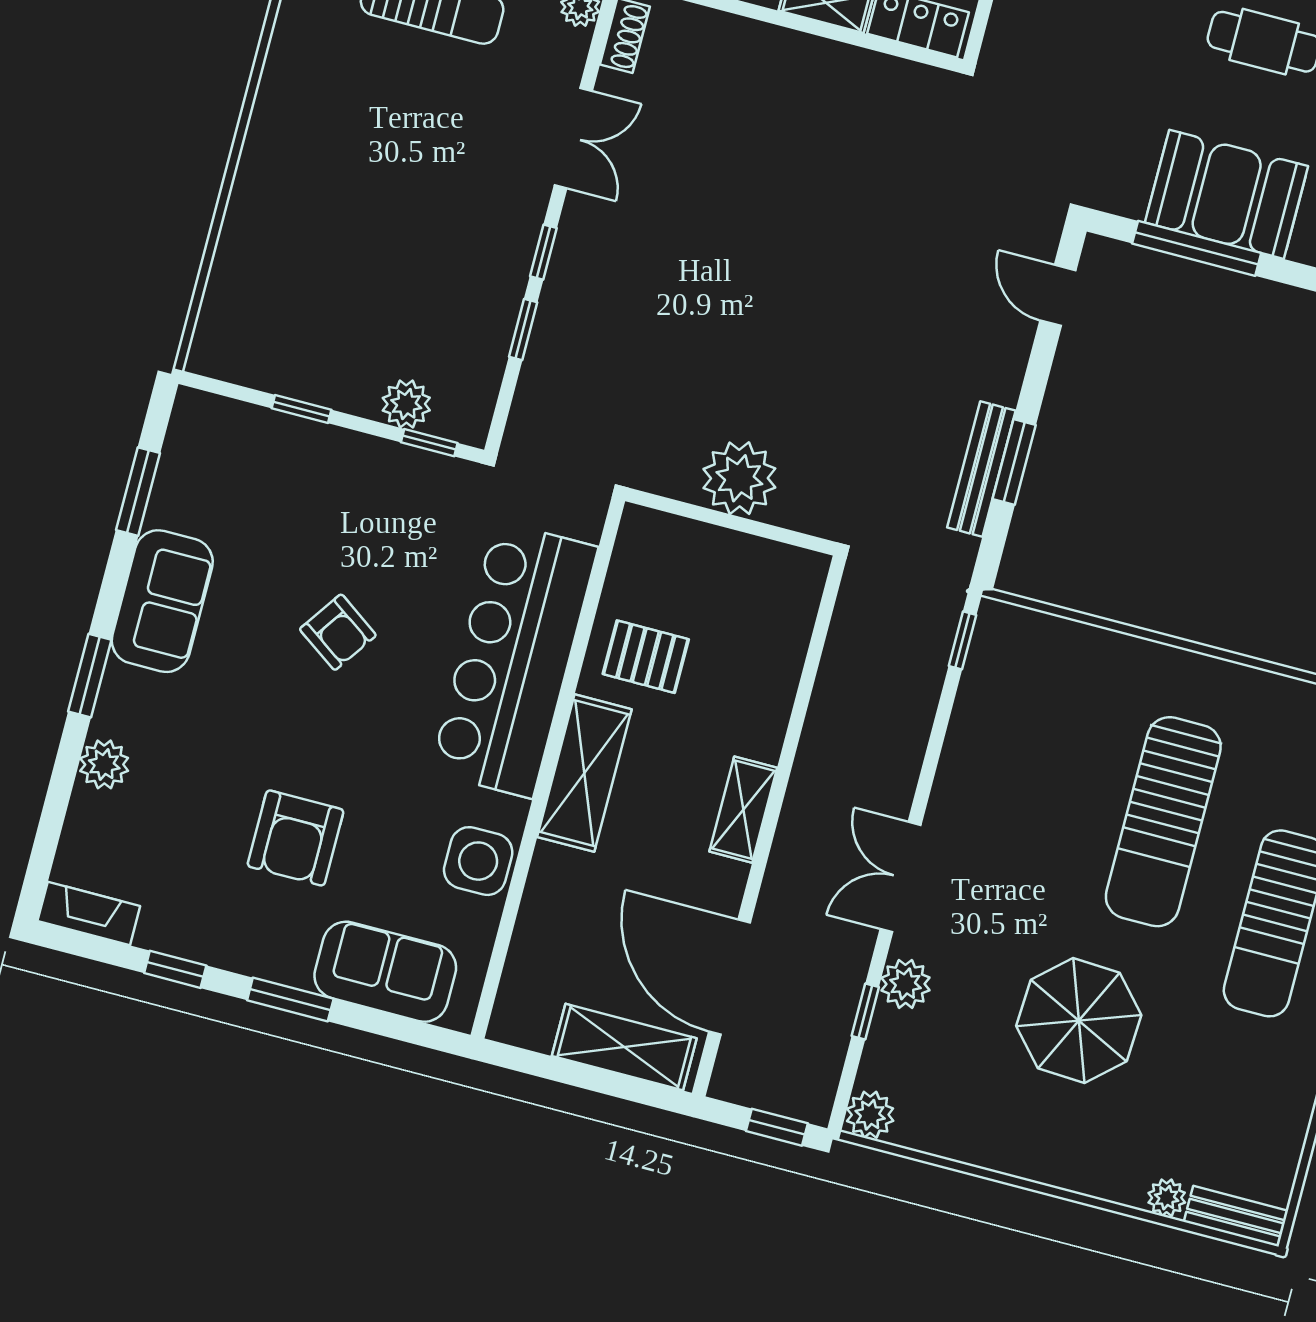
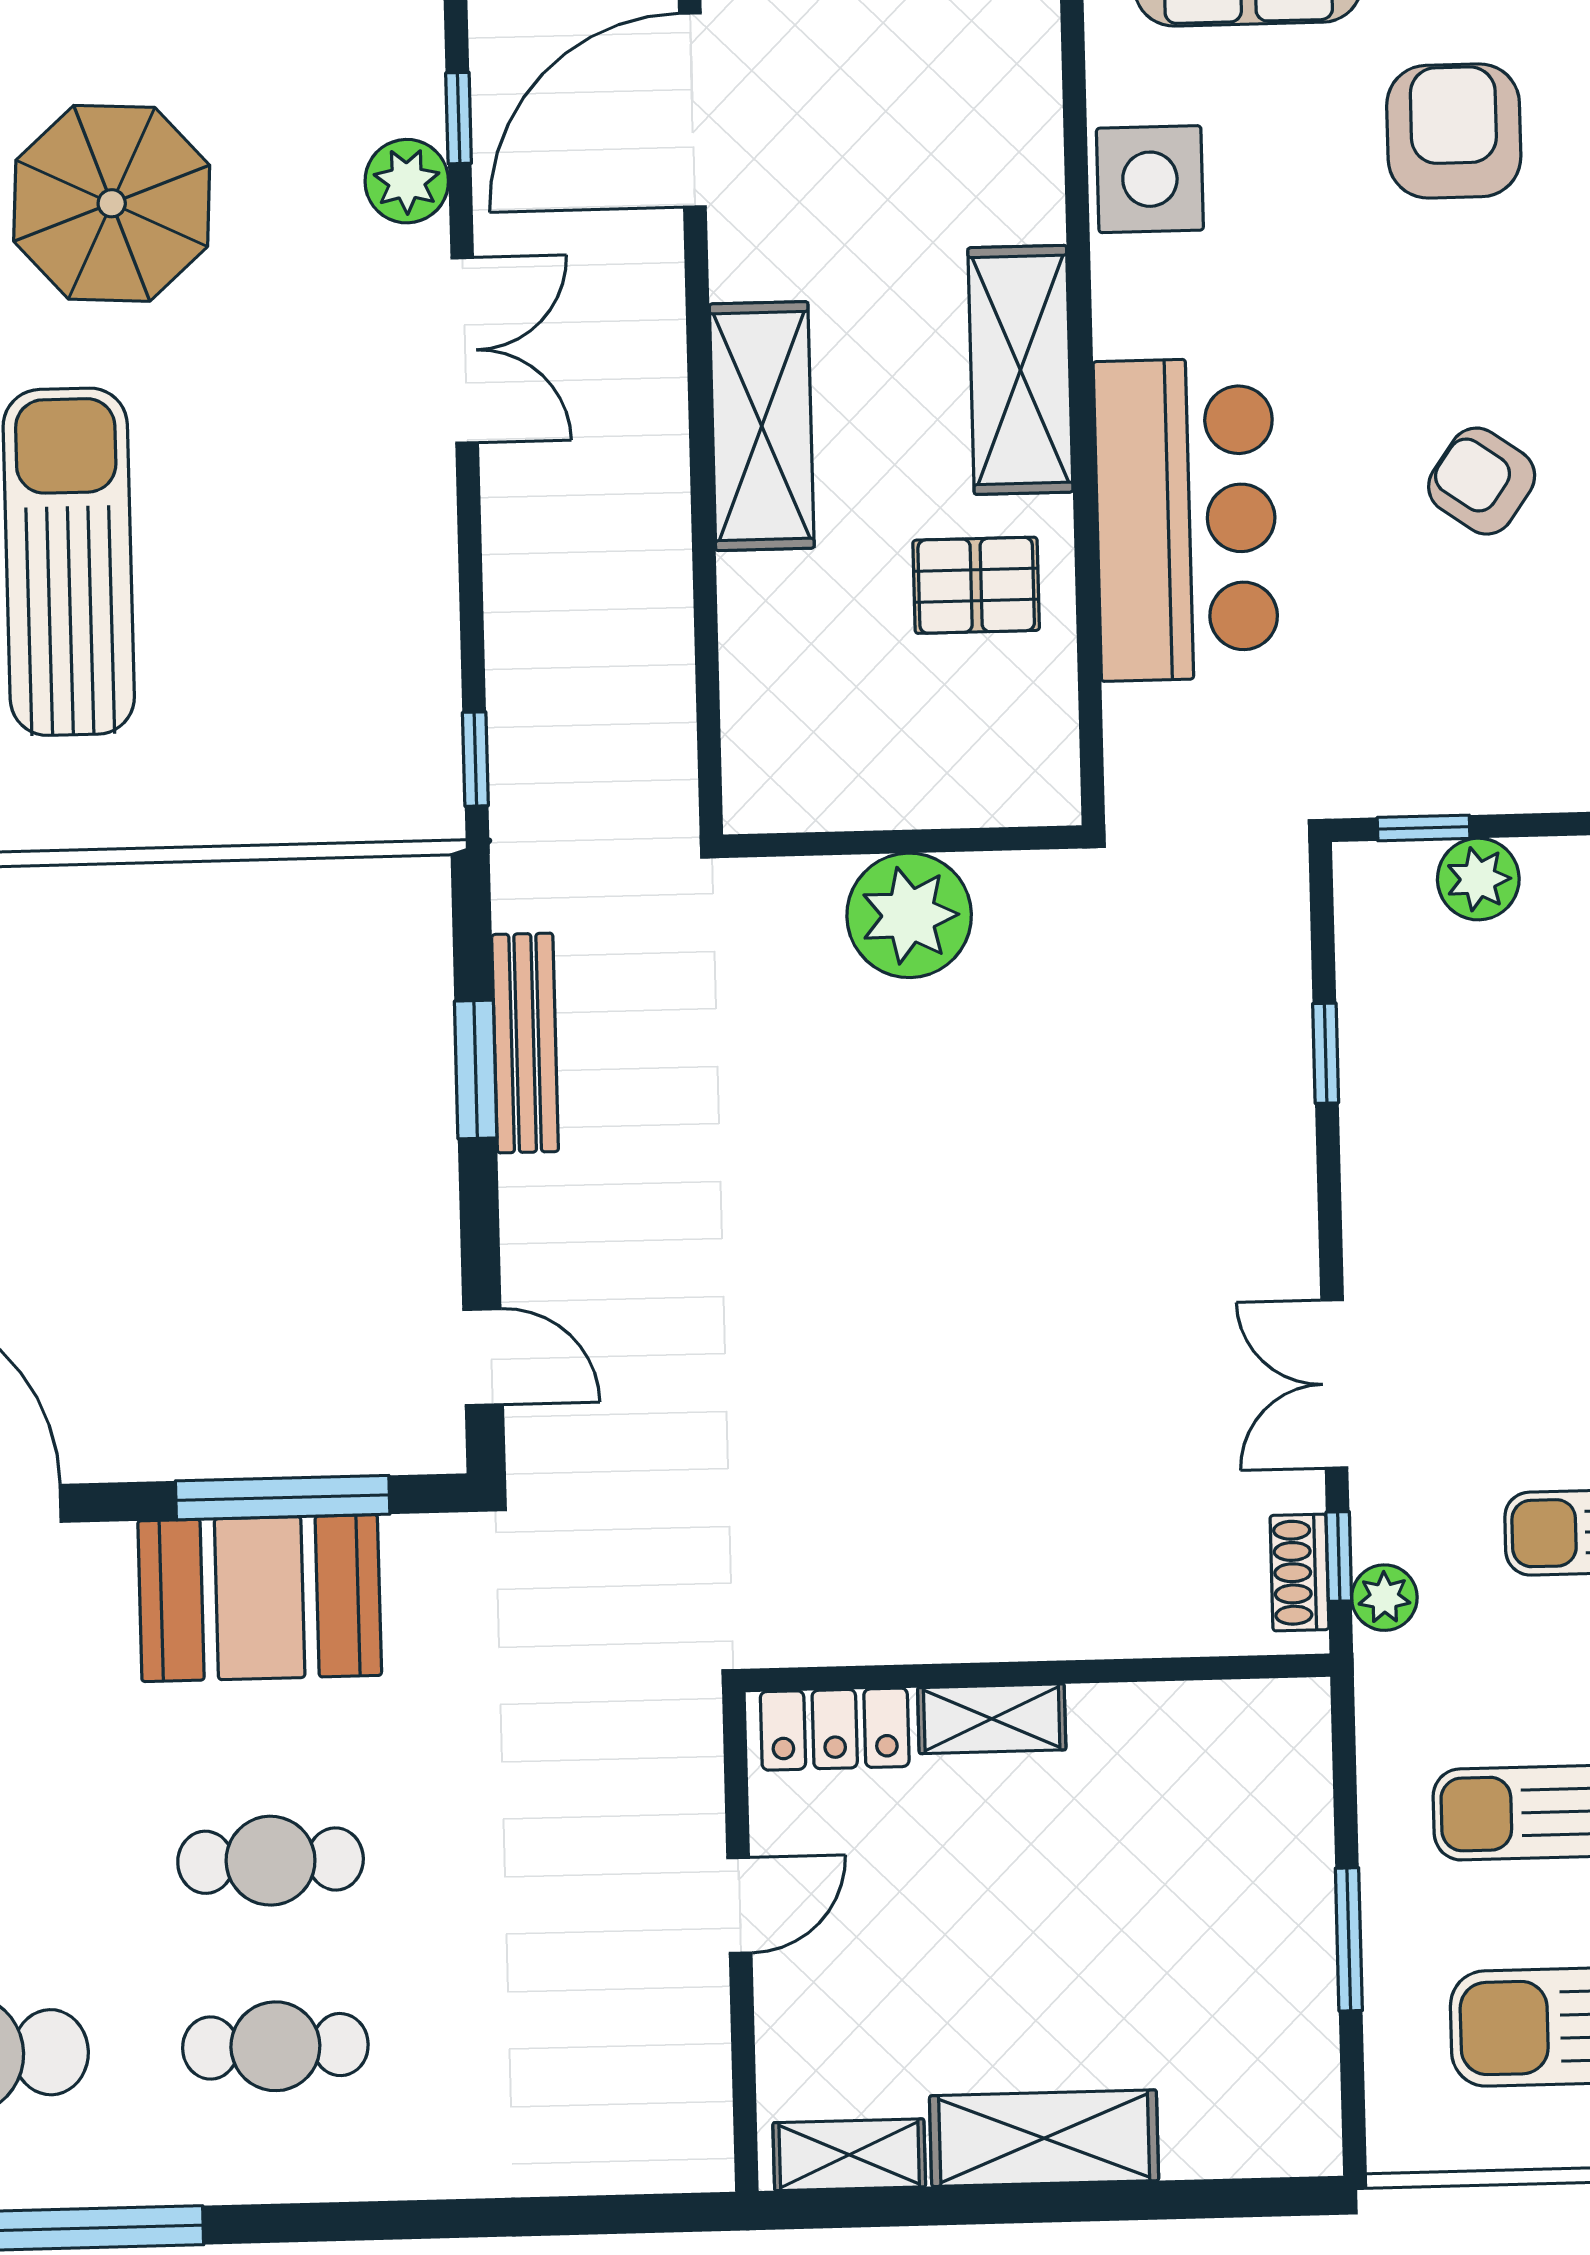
window: (543, 252) -> (1339, 1556), moved
bar counter: (514, 660) -> (1186, 519), width x0.73
shelving: (743, 810) -> (762, 426), width x1.50, depth x1.33
door: (729, 977) -> (692, 110), swing flipped

